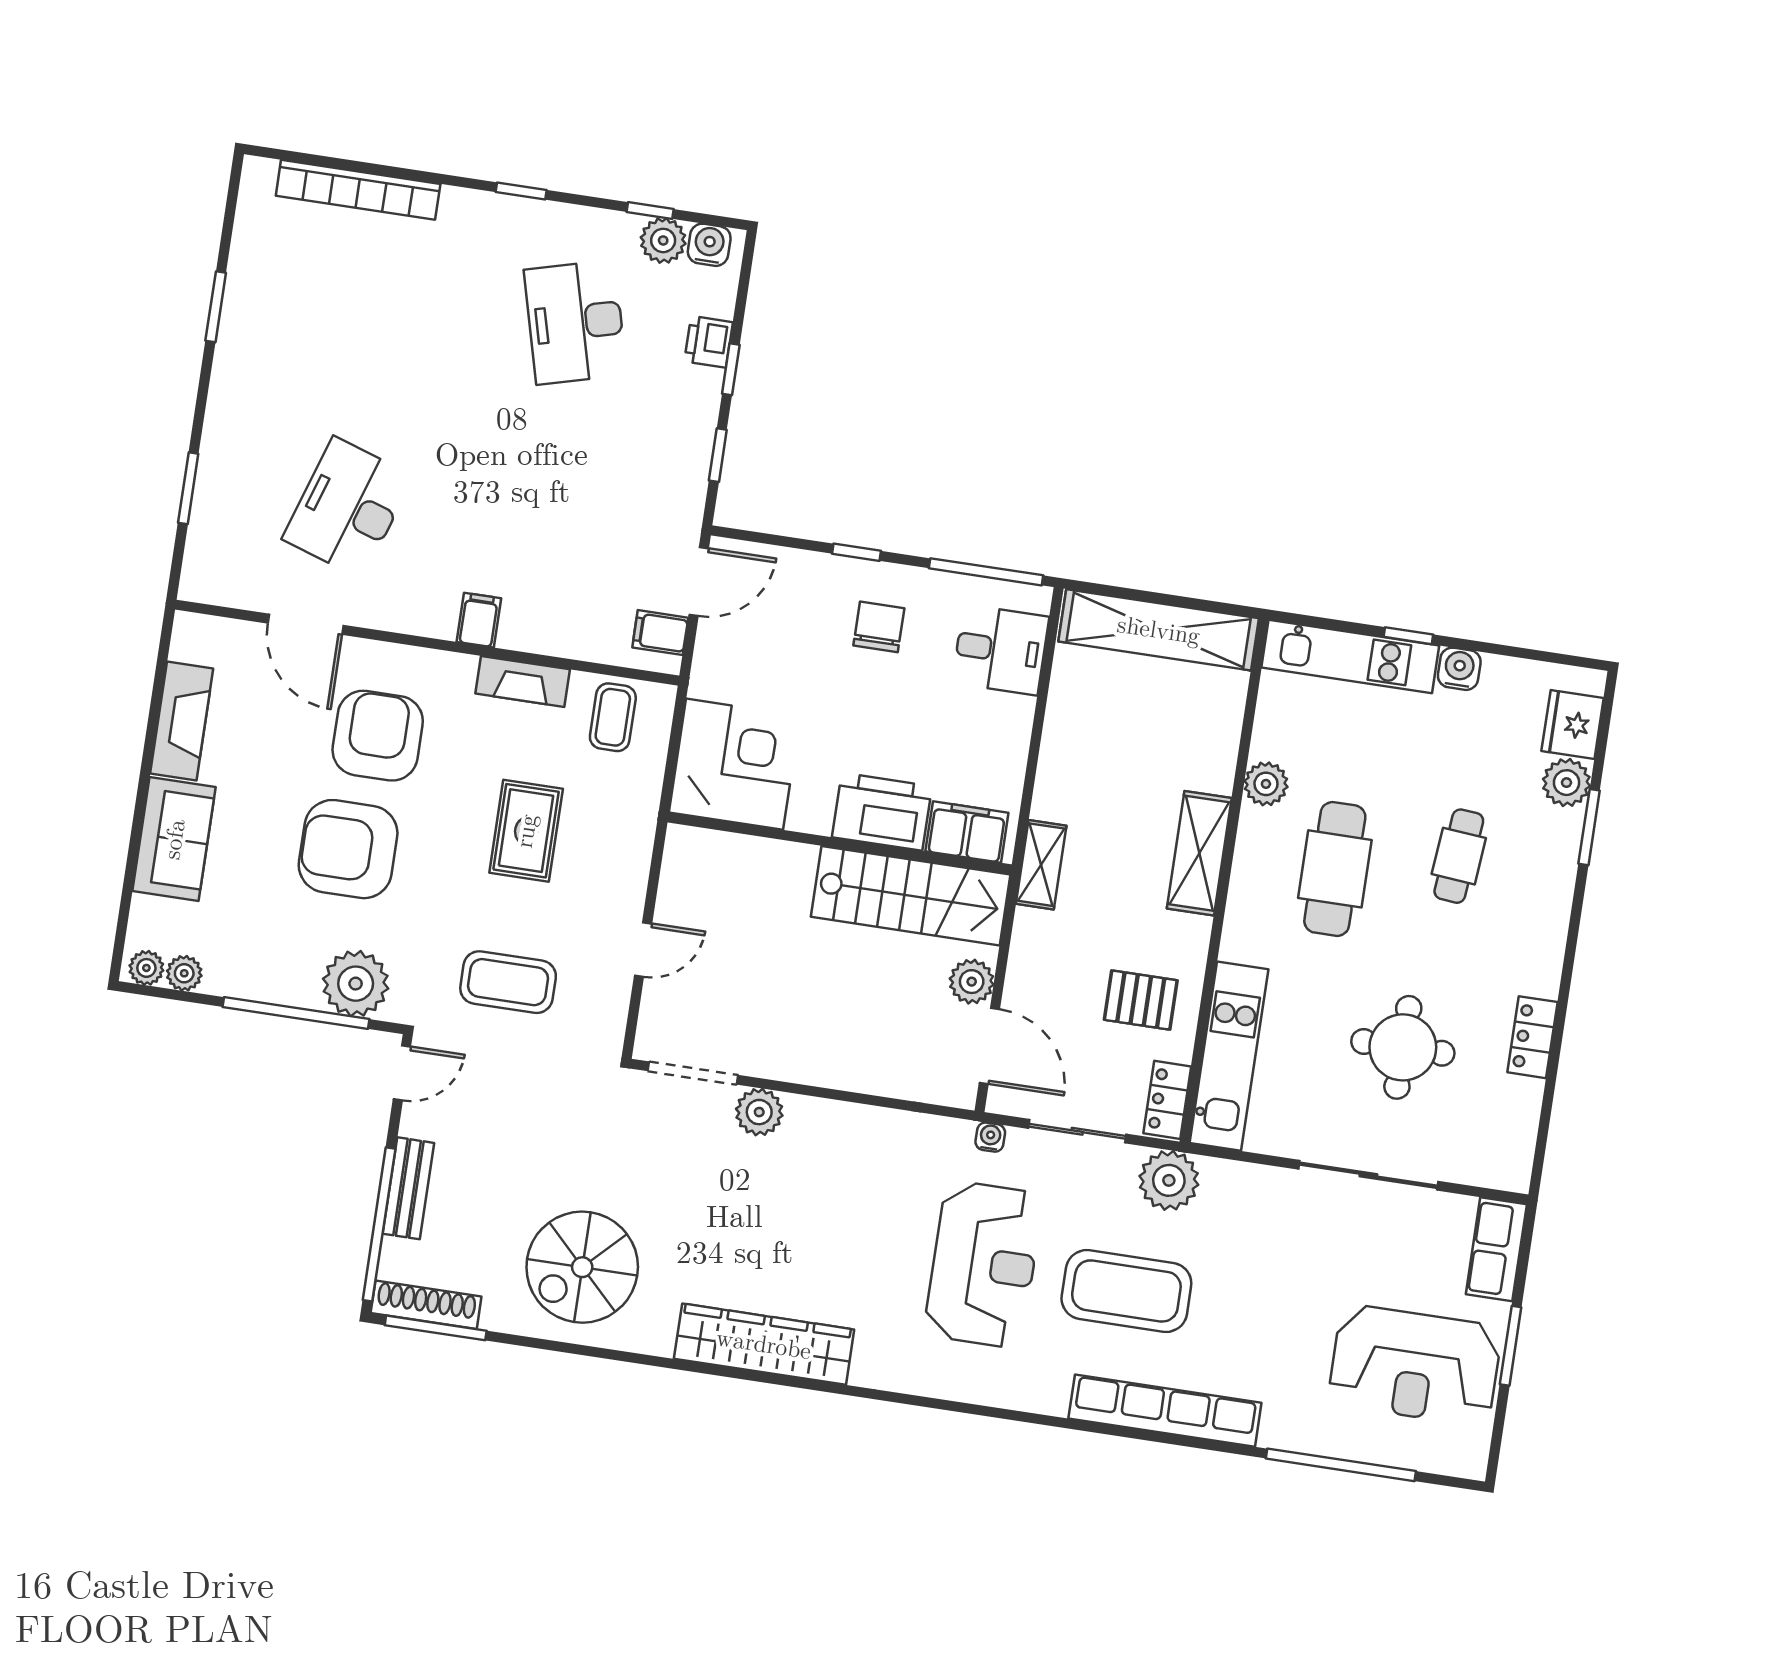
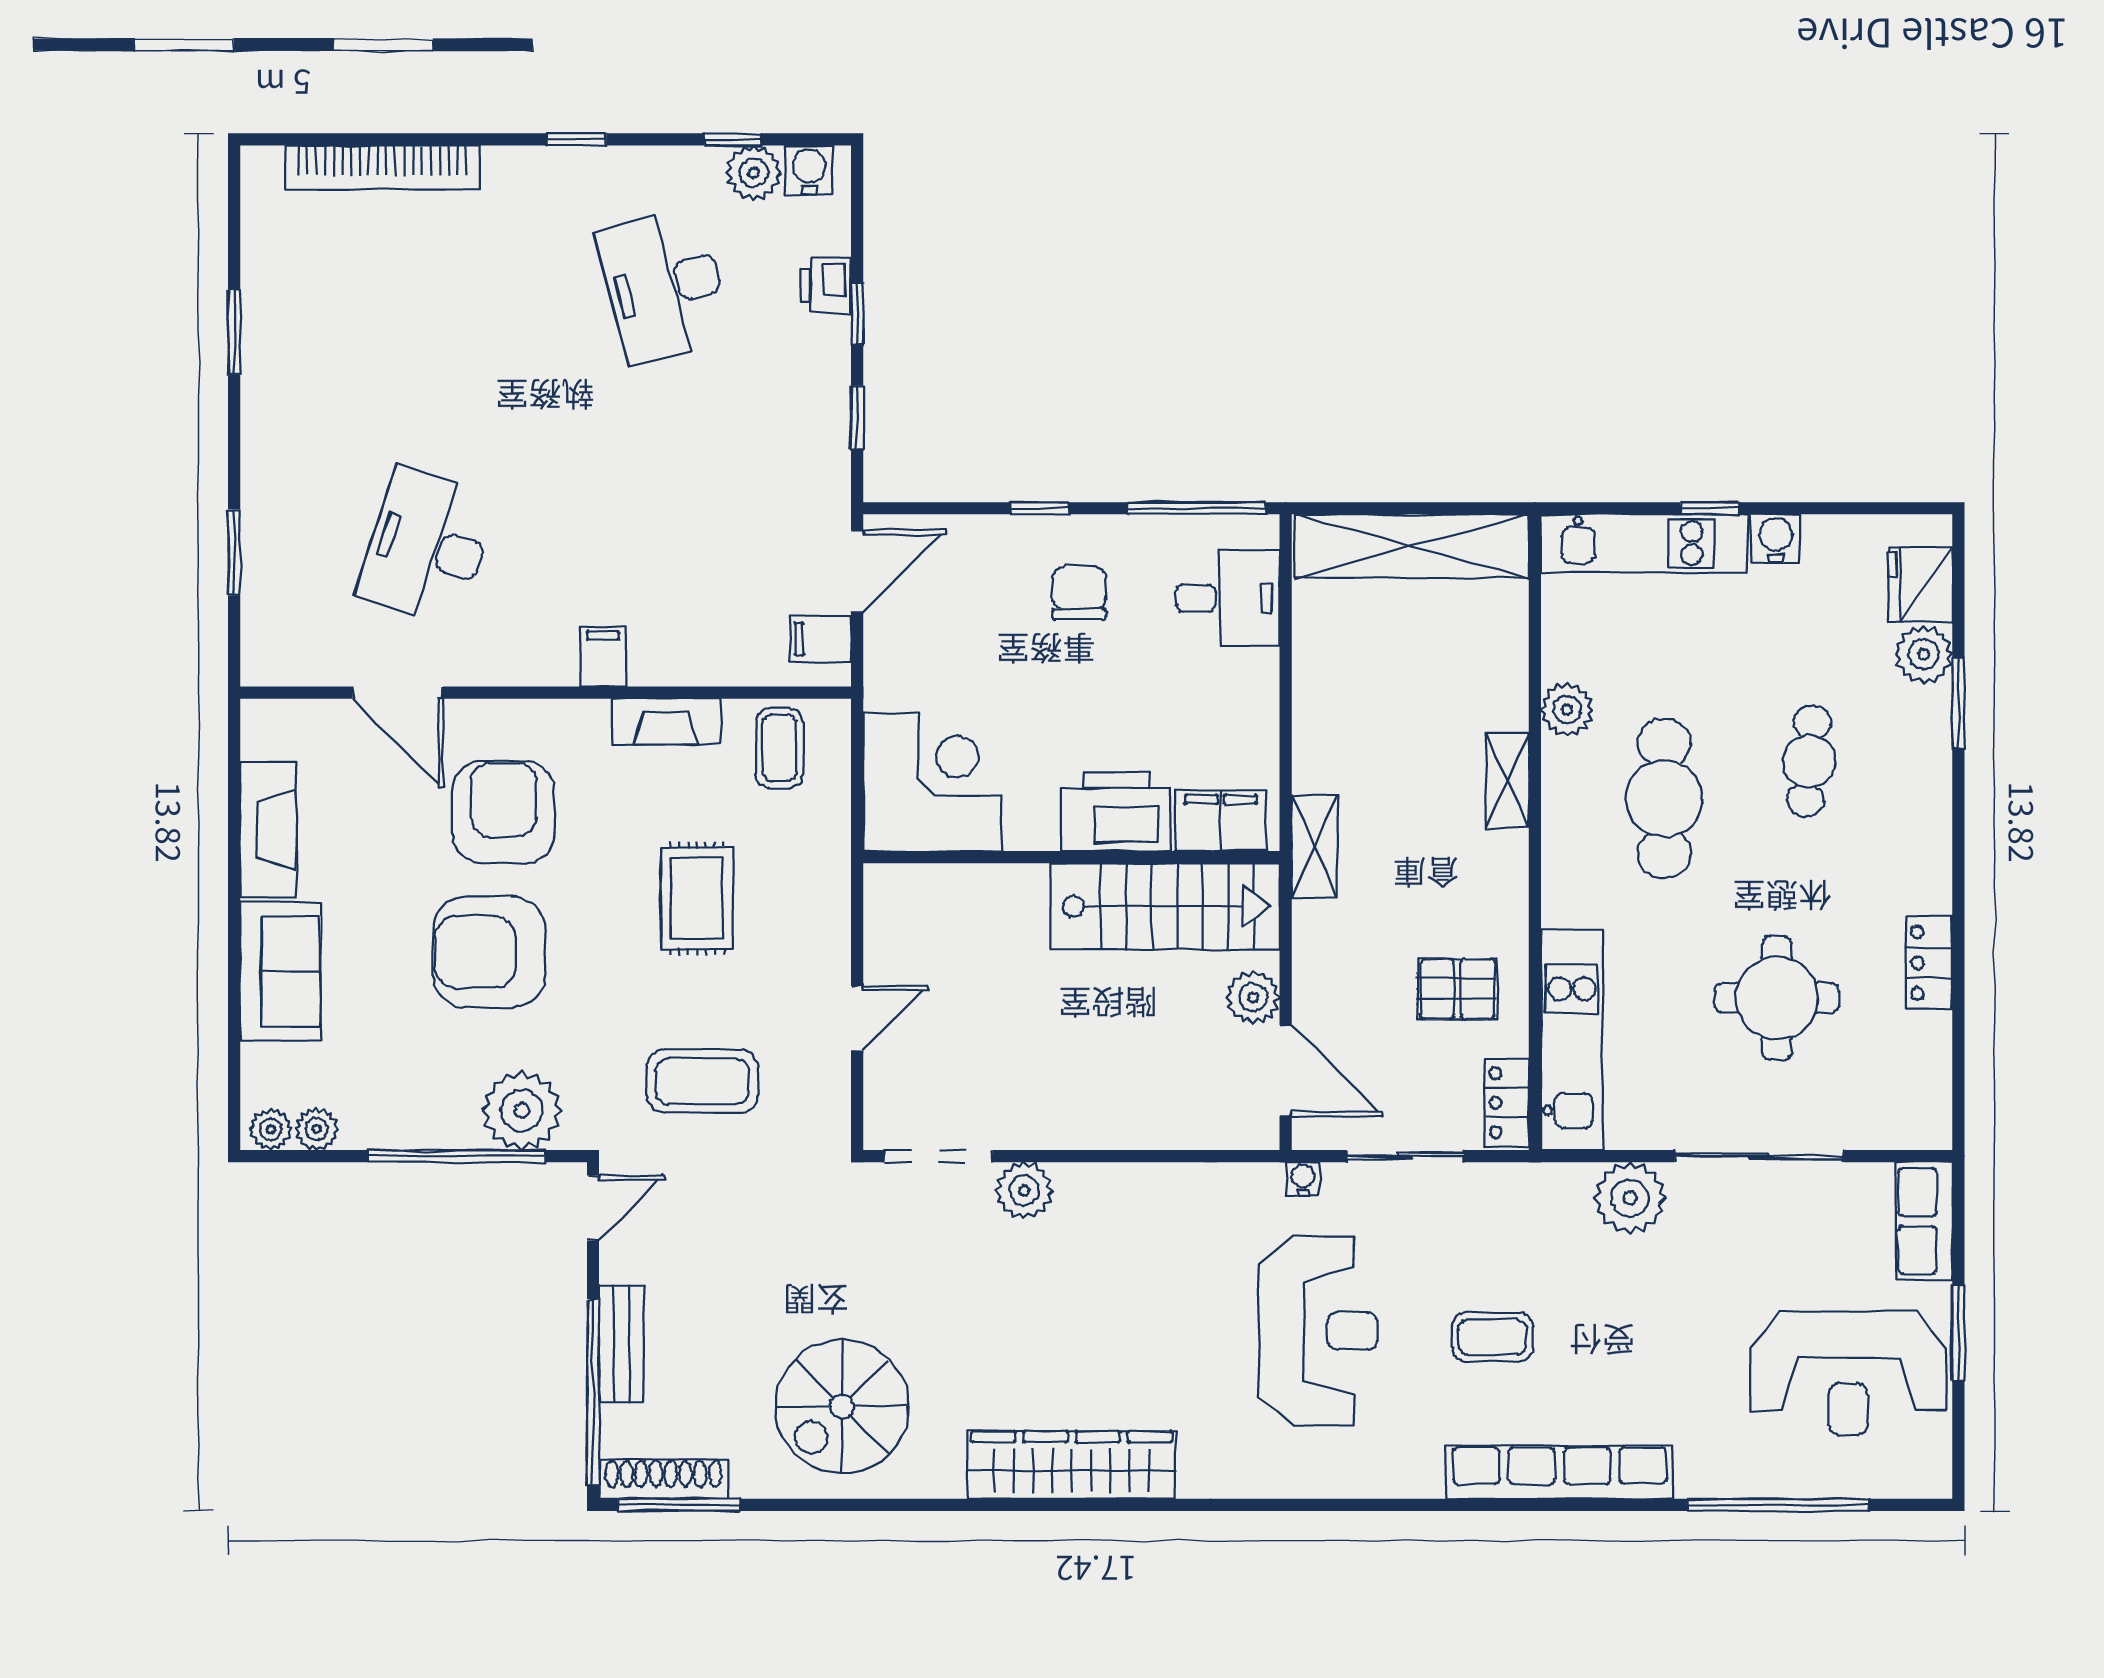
shelving: (1199, 853) -> (1507, 780), width x0.67, depth x0.75
plant: (1169, 1180) -> (1630, 1198), moved
coffee table: (1126, 1291) -> (1492, 1337), width x0.54, depth x0.58

